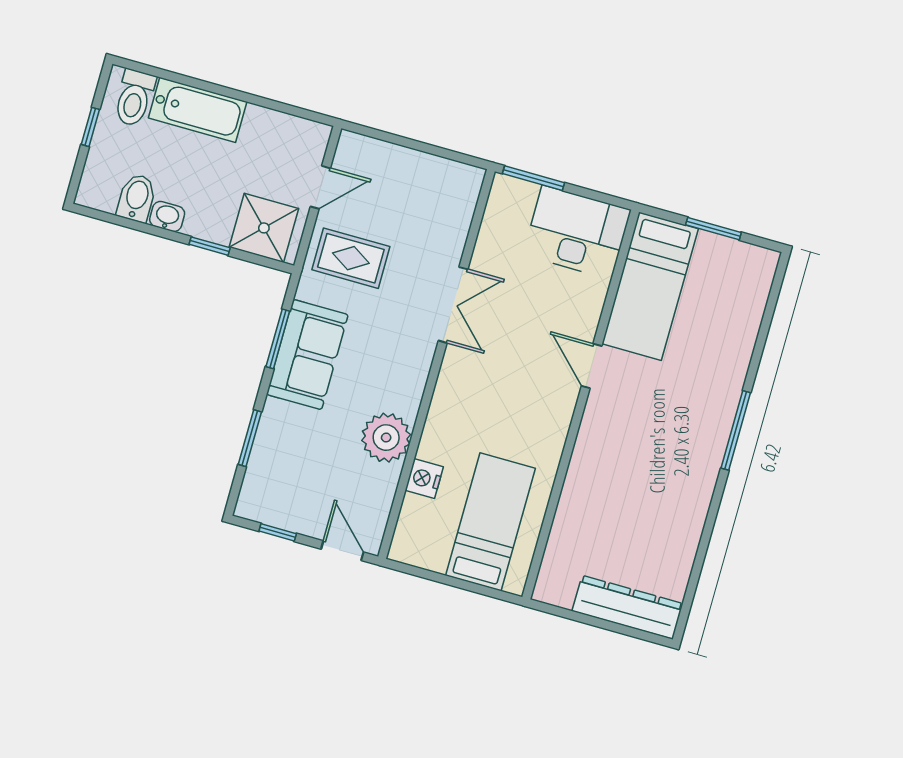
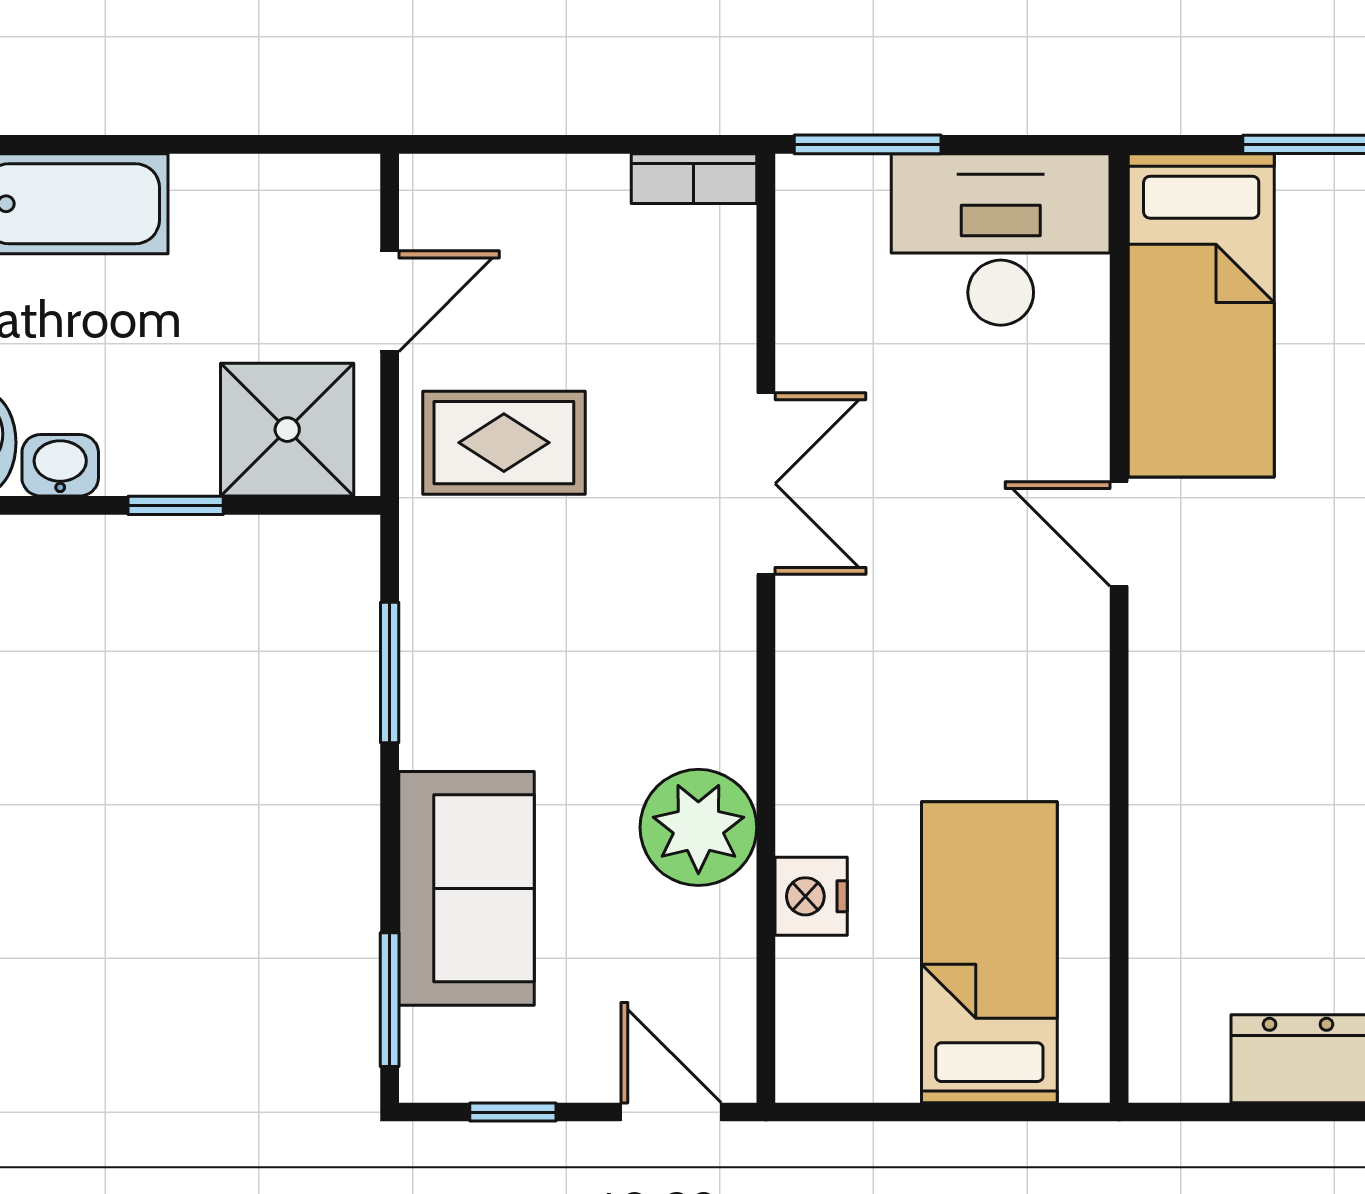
bookcase: (459, 172) -> (694, 179), added
sofa: (307, 355) -> (466, 888), moved
window: (250, 438) -> (390, 1000), moved

